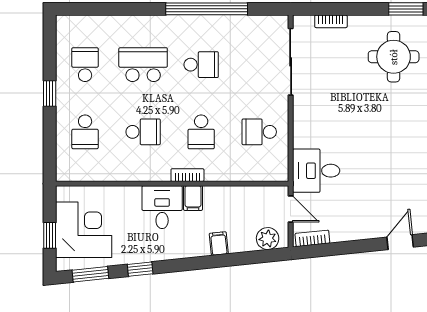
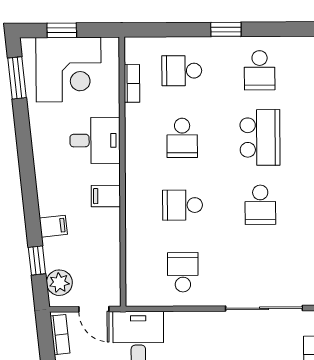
school desk: (85, 65) -> (260, 70), turned 90
bookcase: (187, 175) -> (132, 83), moved
desk: (162, 207) -> (95, 140), moved
door: (291, 209) -> (94, 309), hinge flipped
window: (140, 269) -> (37, 261), moved

